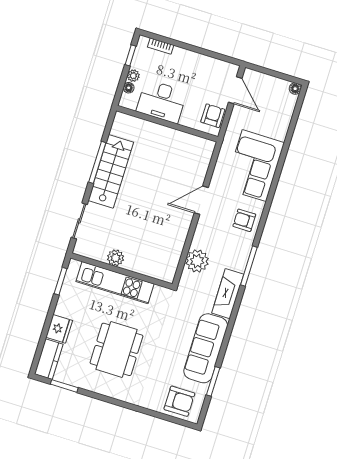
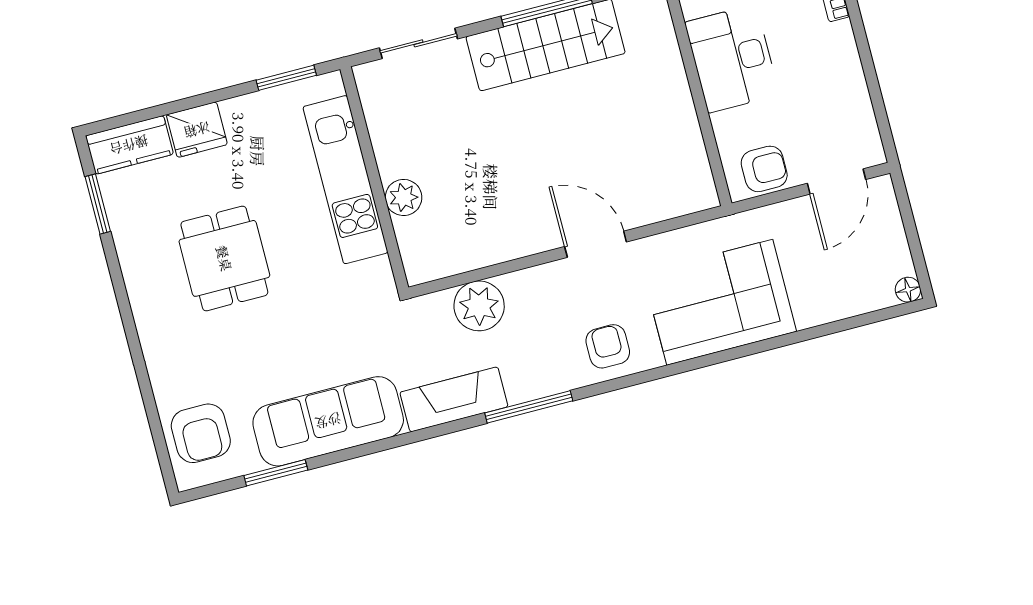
plant: (116, 258) -> (404, 197), moved
dining table: (116, 349) -> (224, 258), width x0.73

